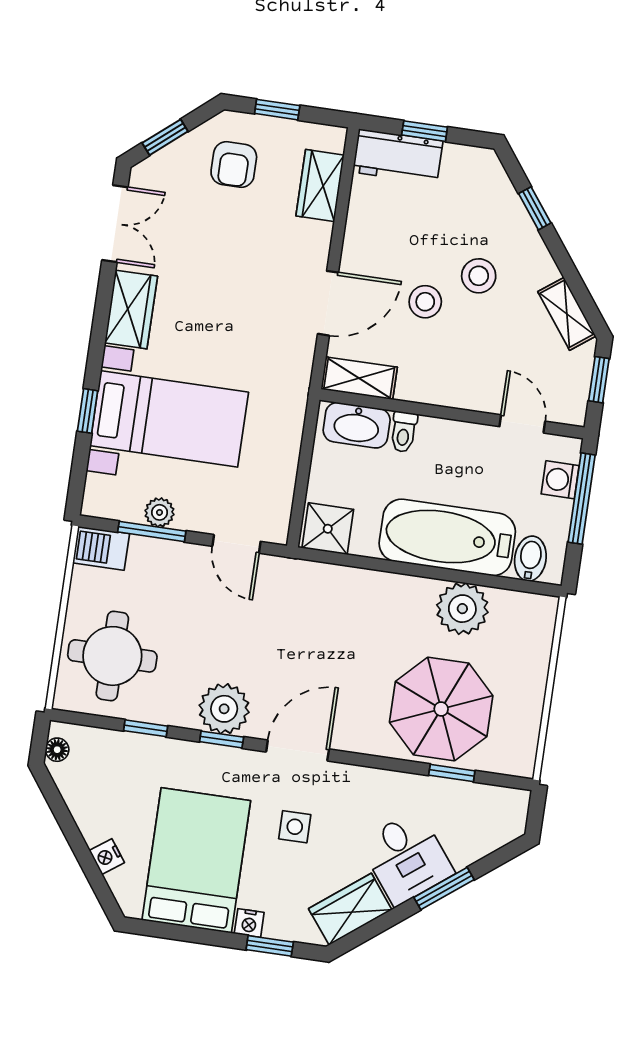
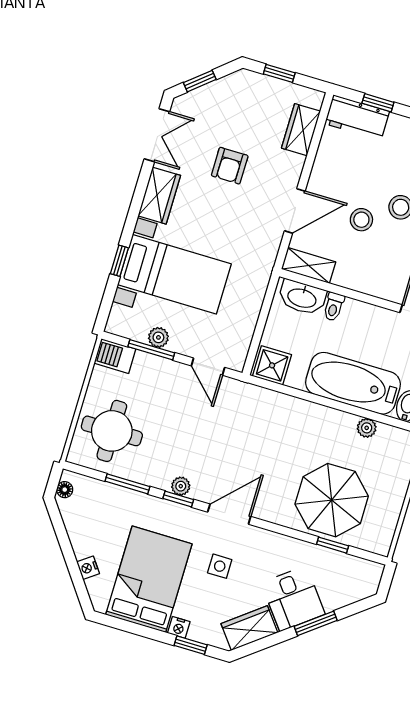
armchair: (234, 165) -> (230, 166), moved
plant: (462, 609) -> (367, 428), width x0.53, depth x0.53
plant: (224, 709) -> (181, 486), width x0.53, depth x0.53
window: (146, 728) -> (127, 484), width x1.50

